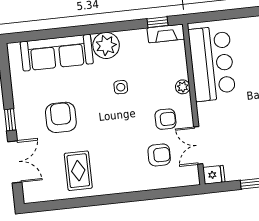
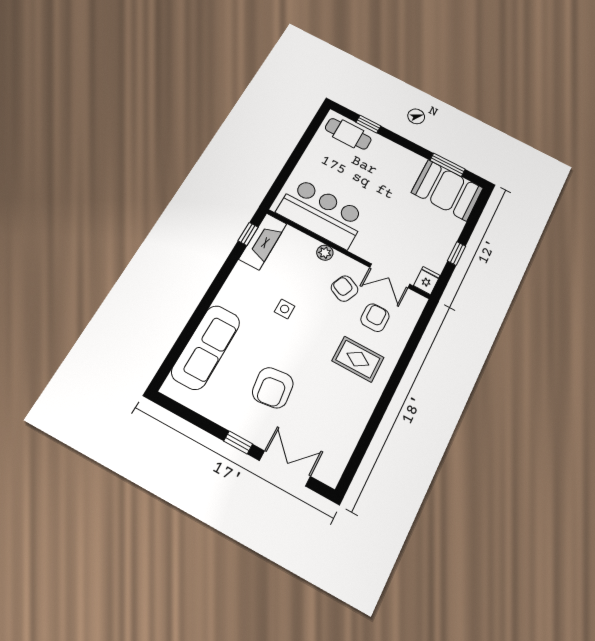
fireplace: (166, 33) -> (263, 241), width x1.37, depth x1.32
plant: (106, 45) -> (235, 295), removed
armchair: (61, 117) -> (273, 388), turned -97
armchair: (165, 119) -> (345, 289), turned -66
rug: (78, 171) -> (358, 359), moved

